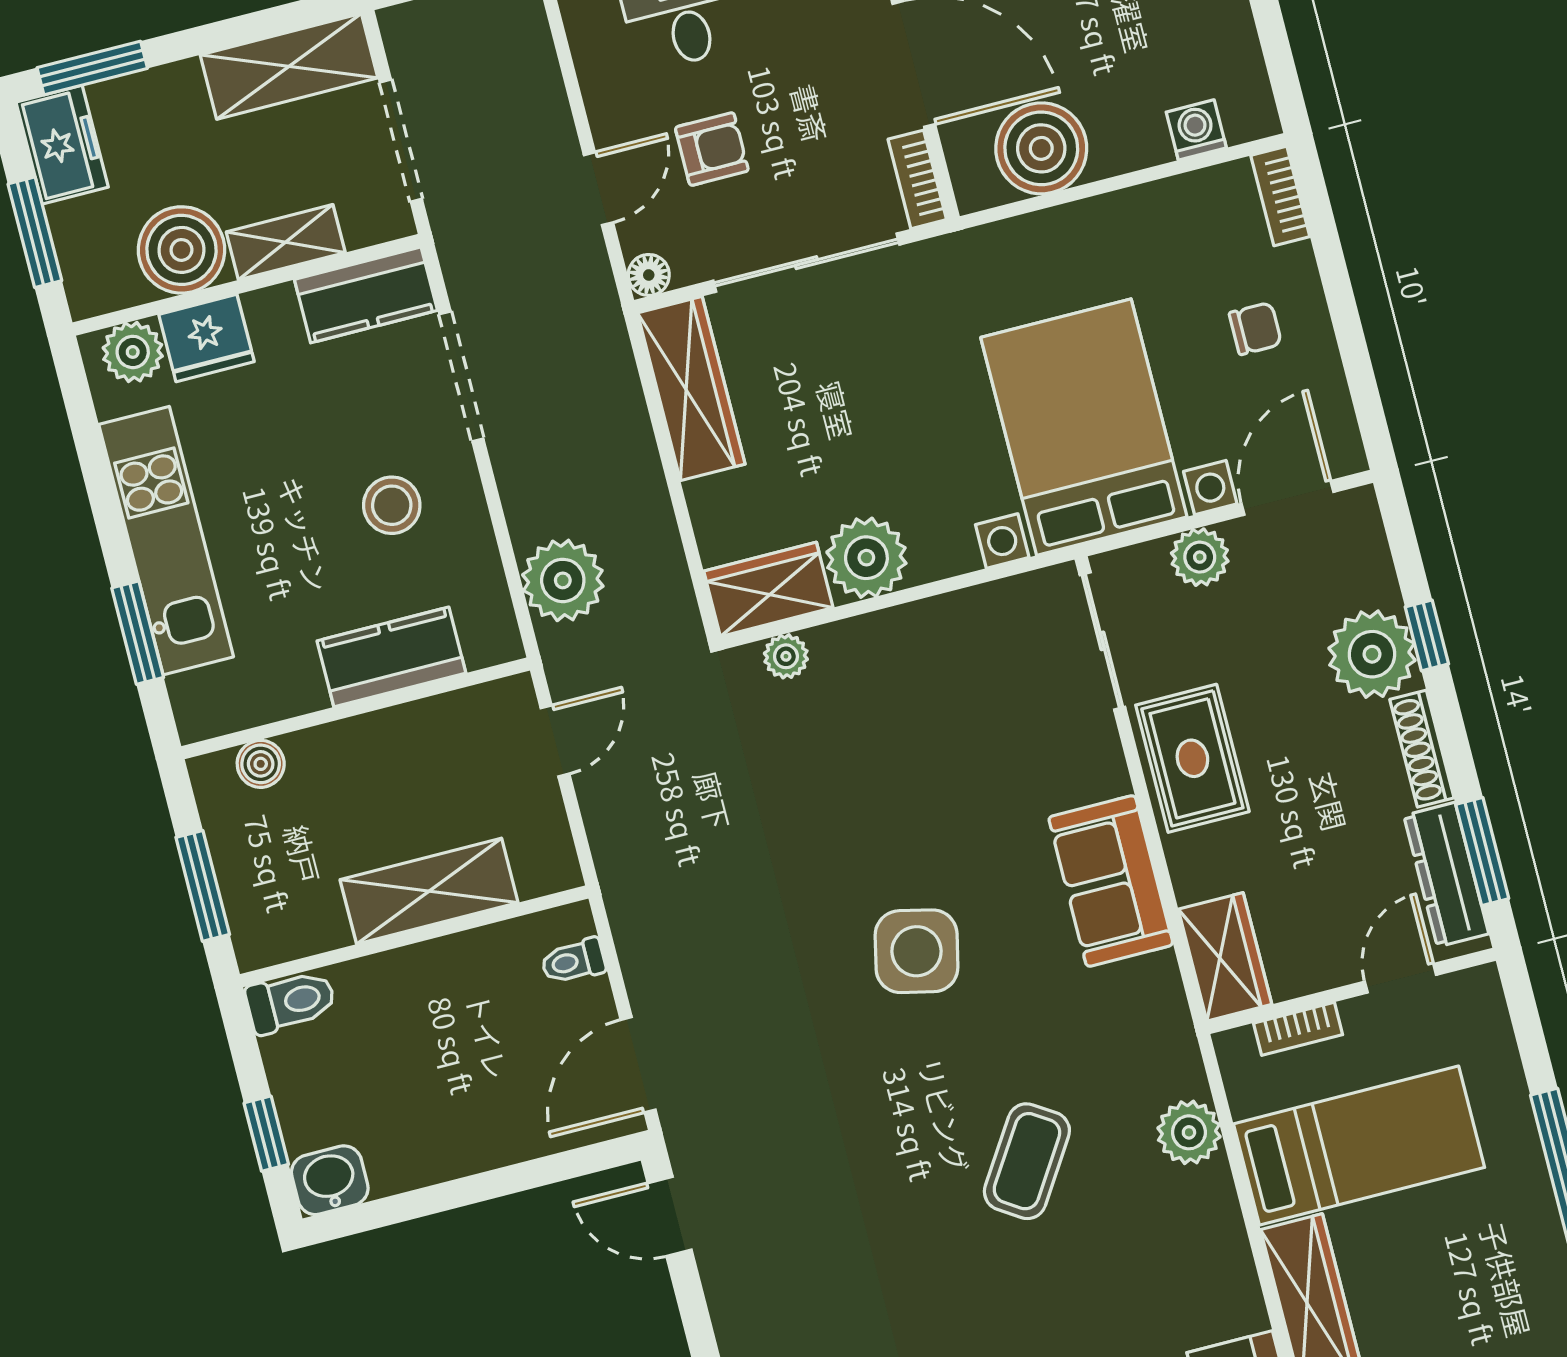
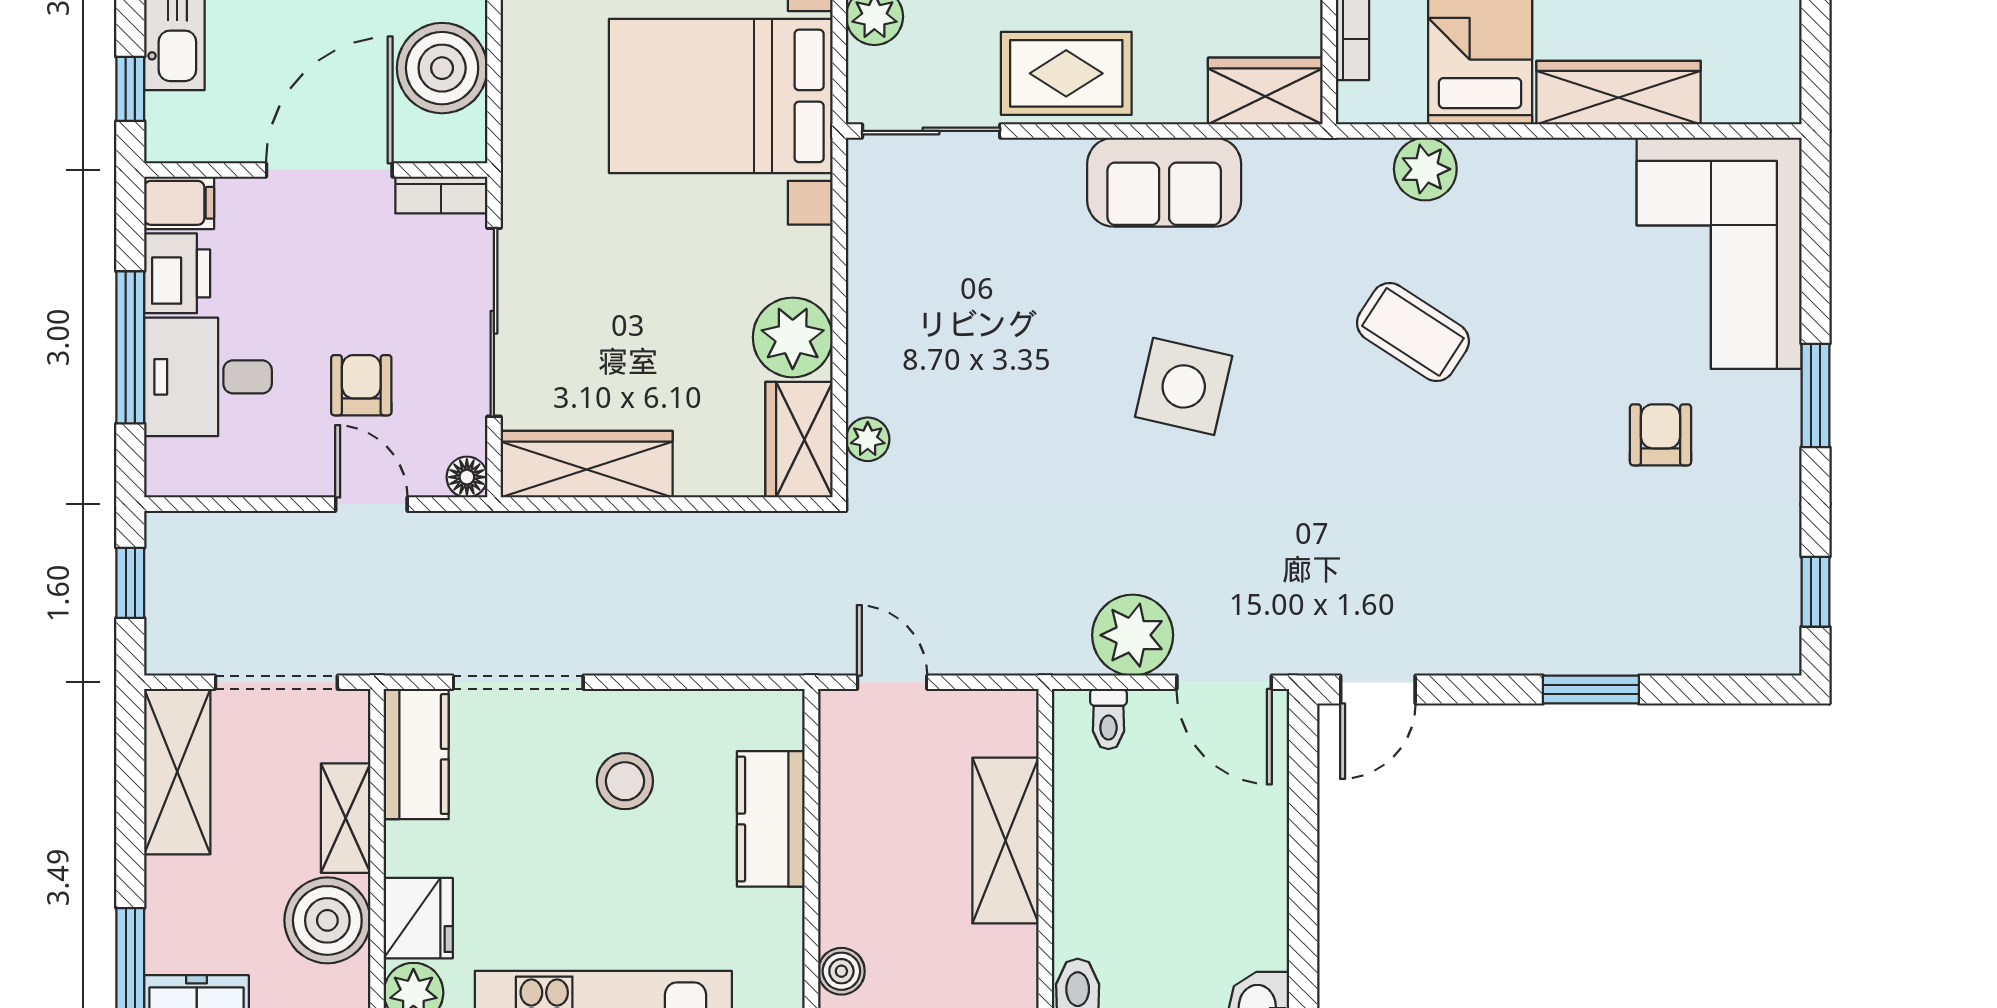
plant: (563, 580) -> (1133, 635), moved

